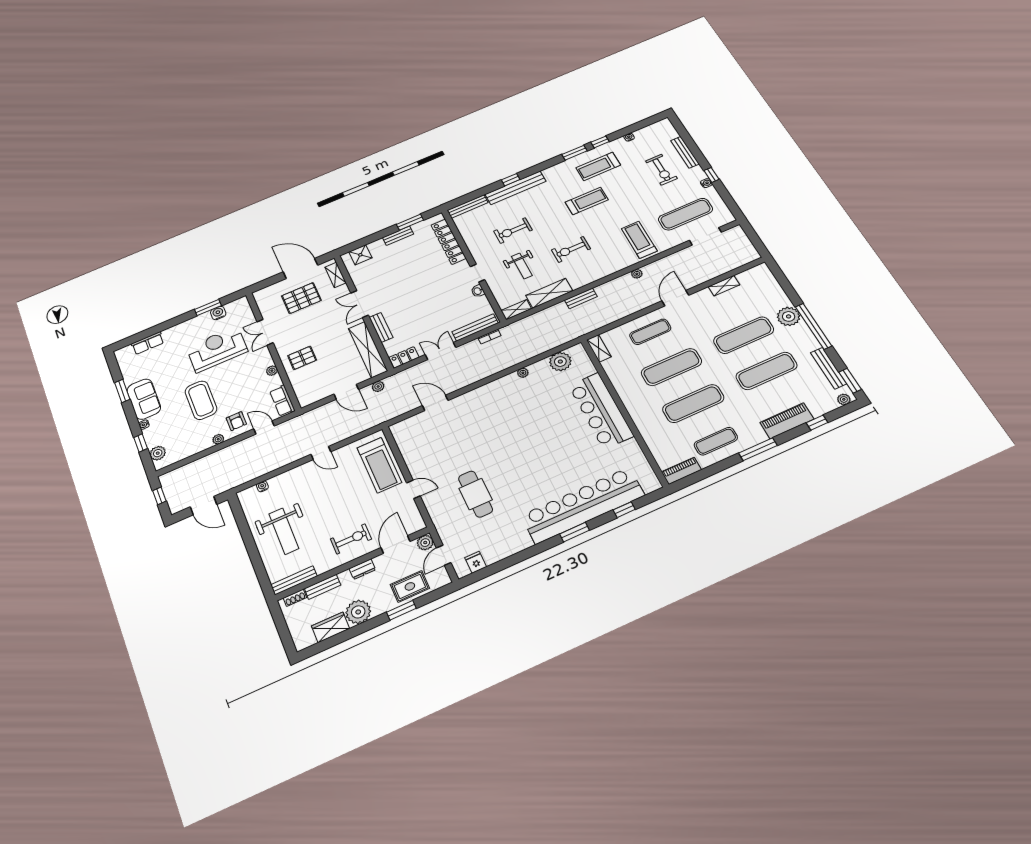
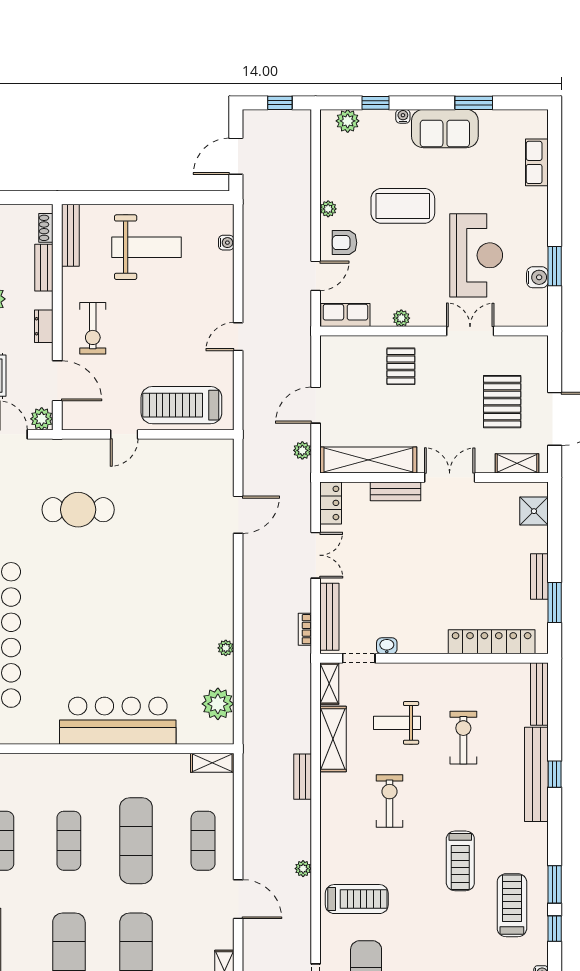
doorway: (478, 273) -> (359, 658), moved
exercise mat: (693, 404) -> (69, 841), width x0.73, depth x0.69
weight bench: (284, 531) -> (146, 247), turned 180

